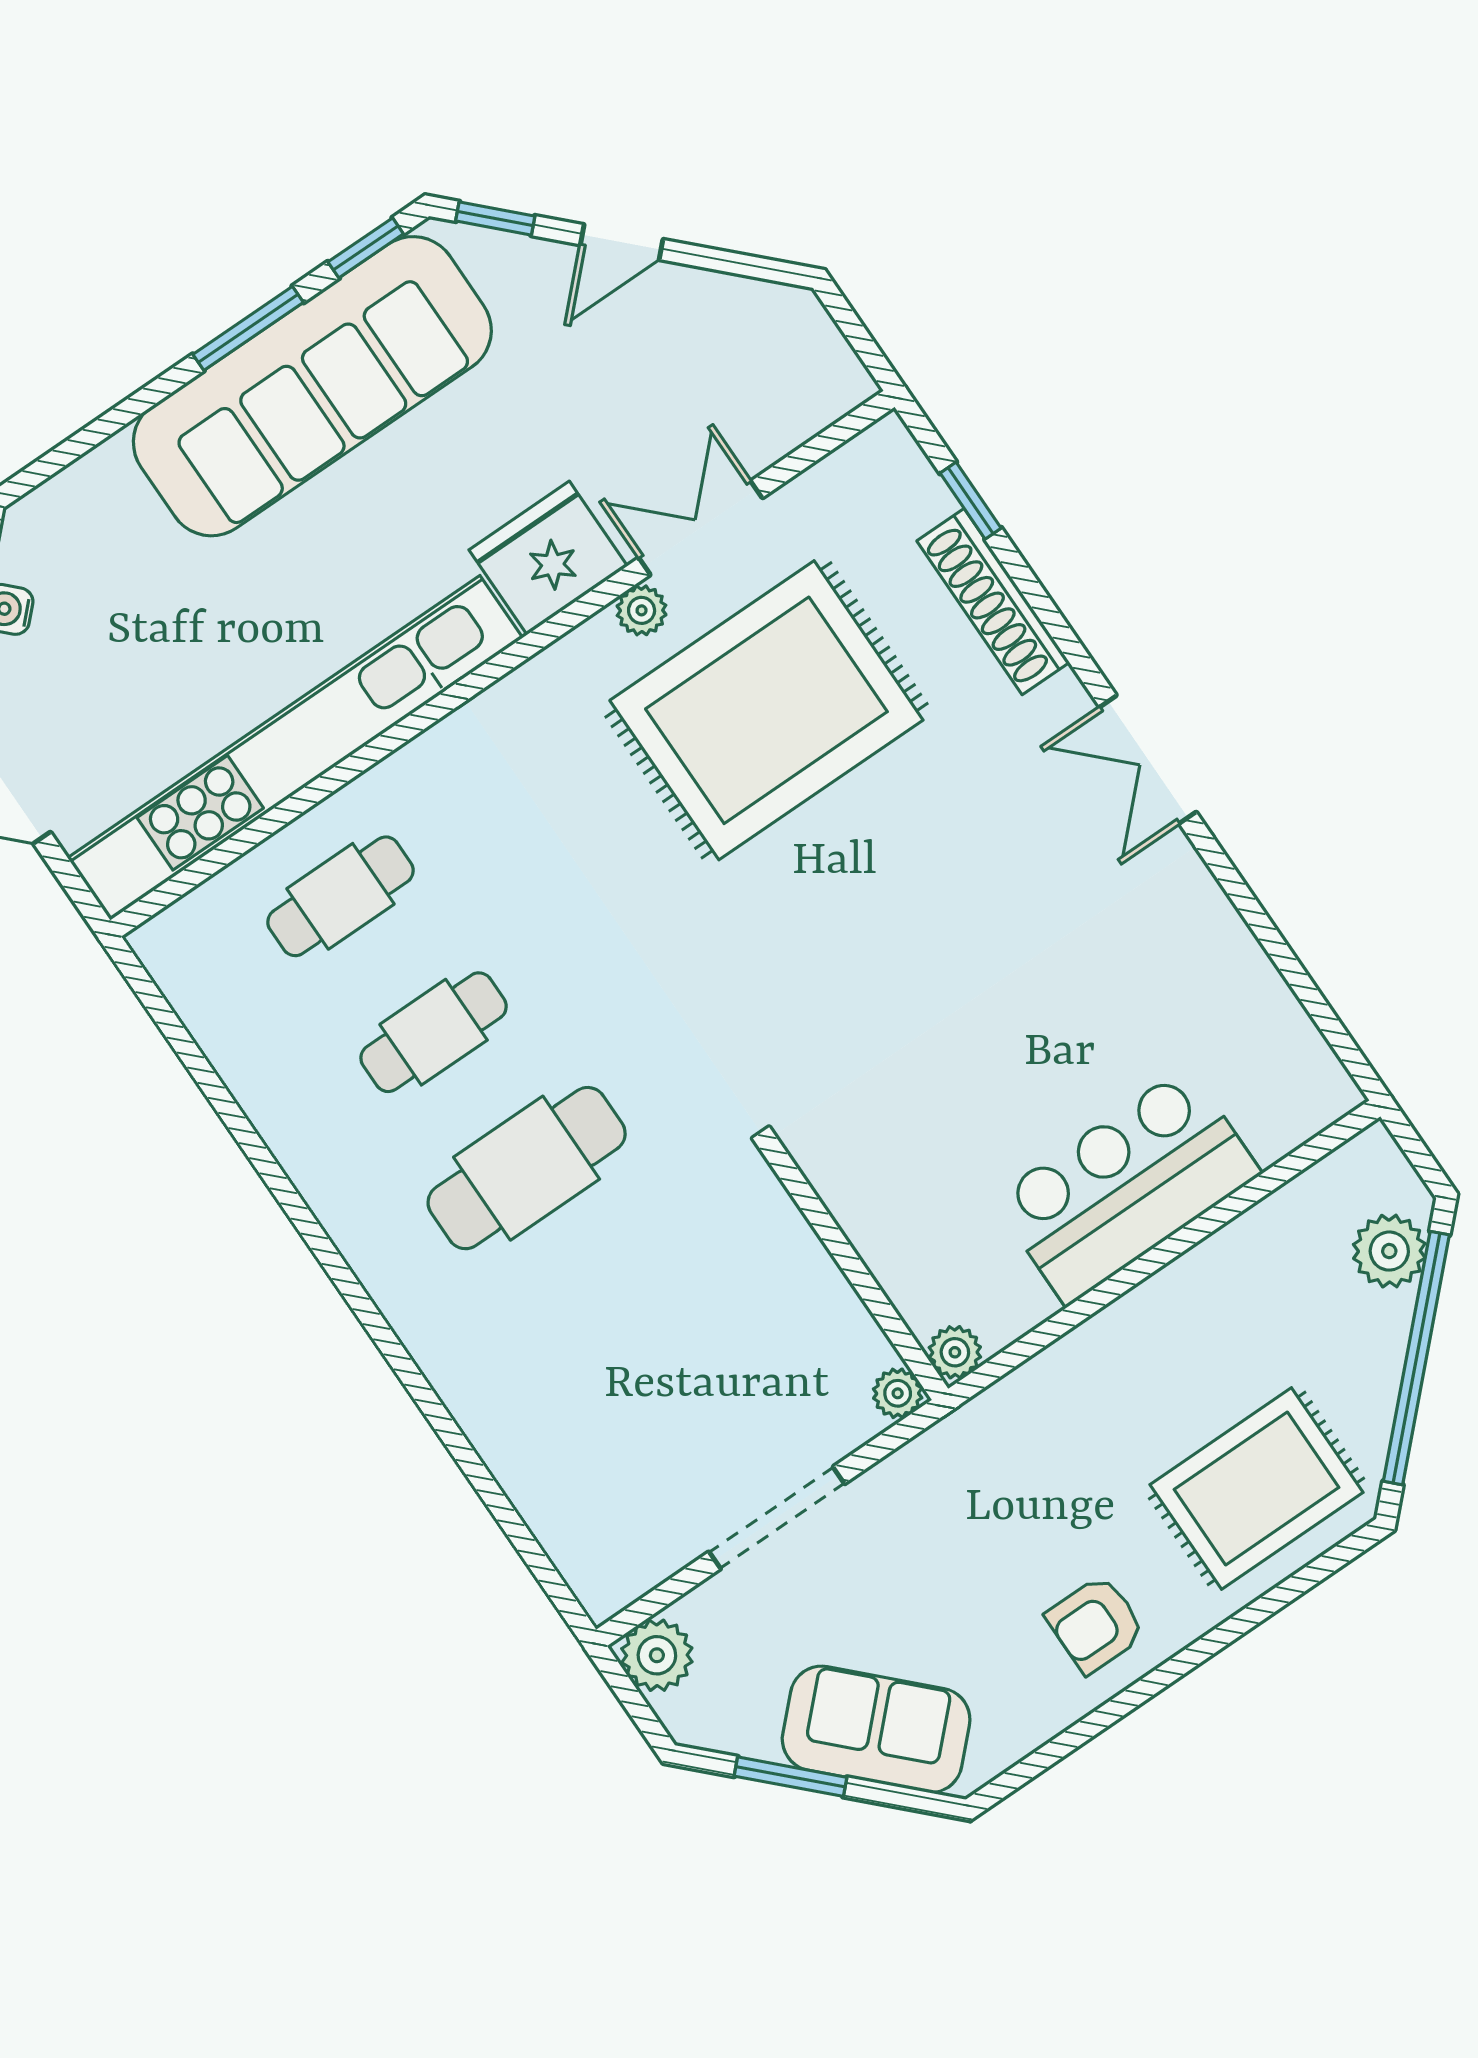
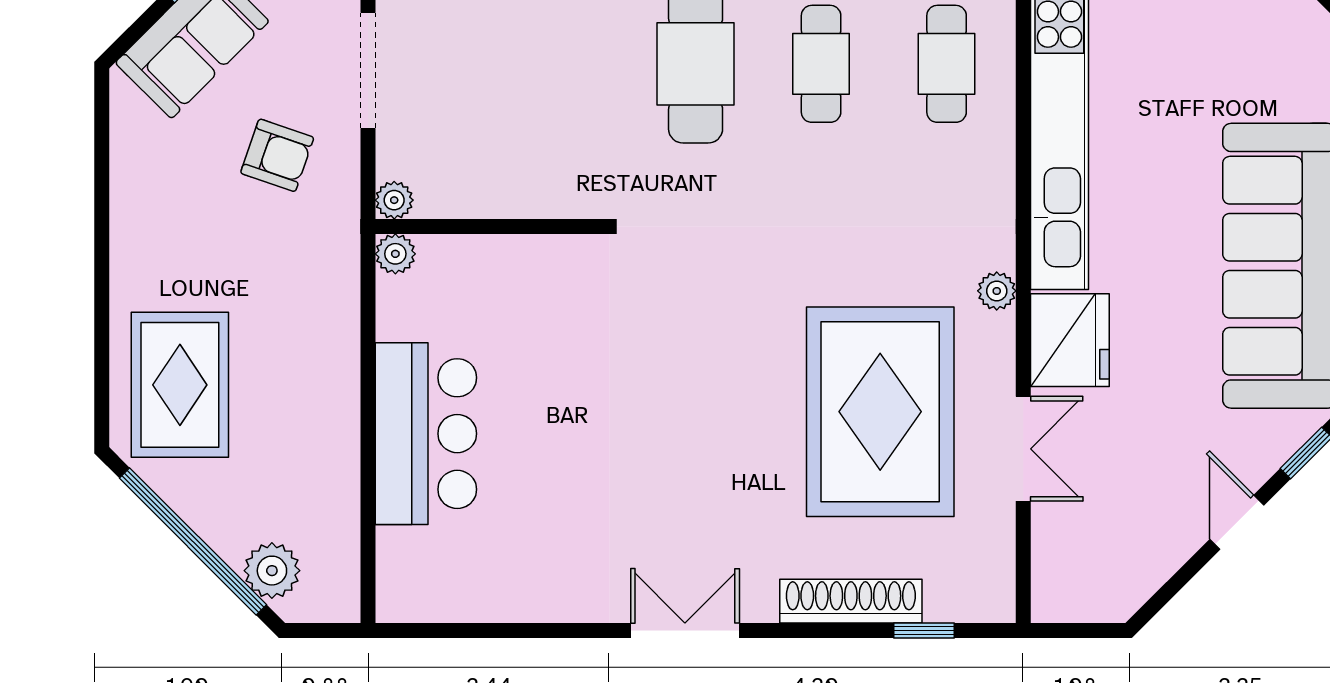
plant: (642, 610) -> (997, 291), moved
armchair: (1096, 1624) -> (277, 155), moved, turned 109

